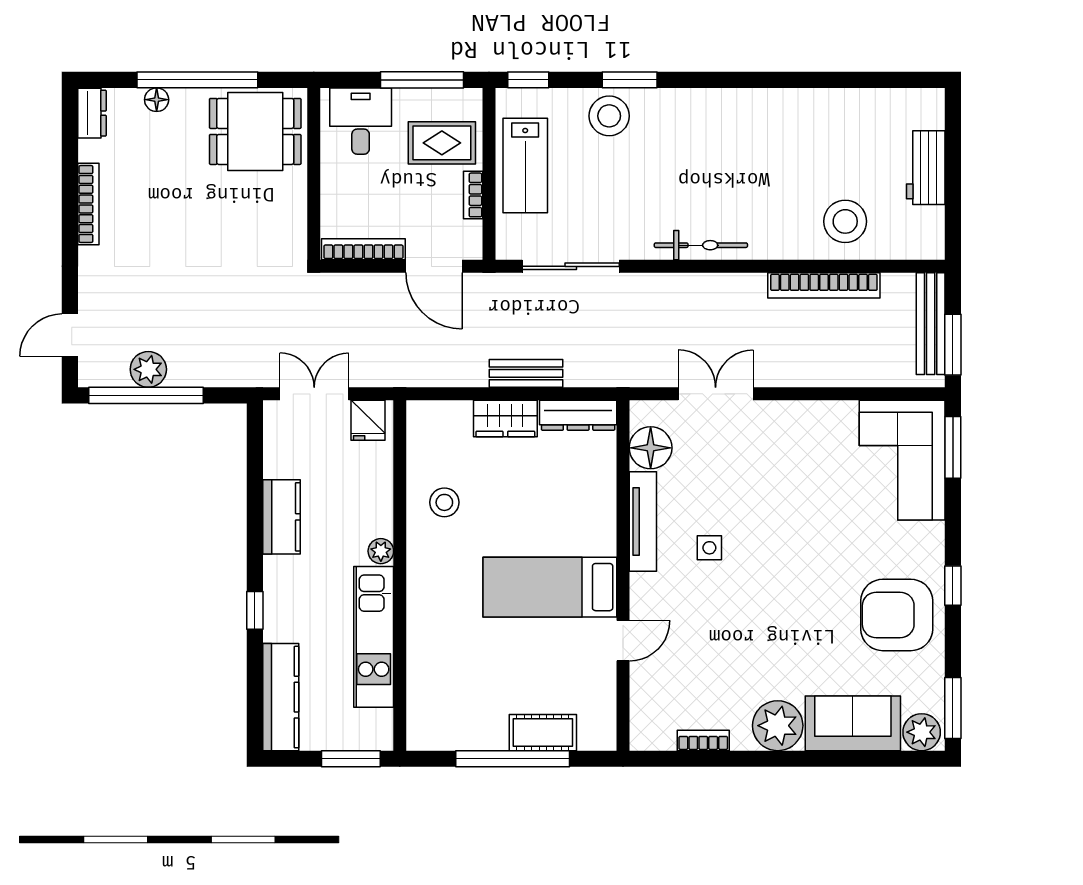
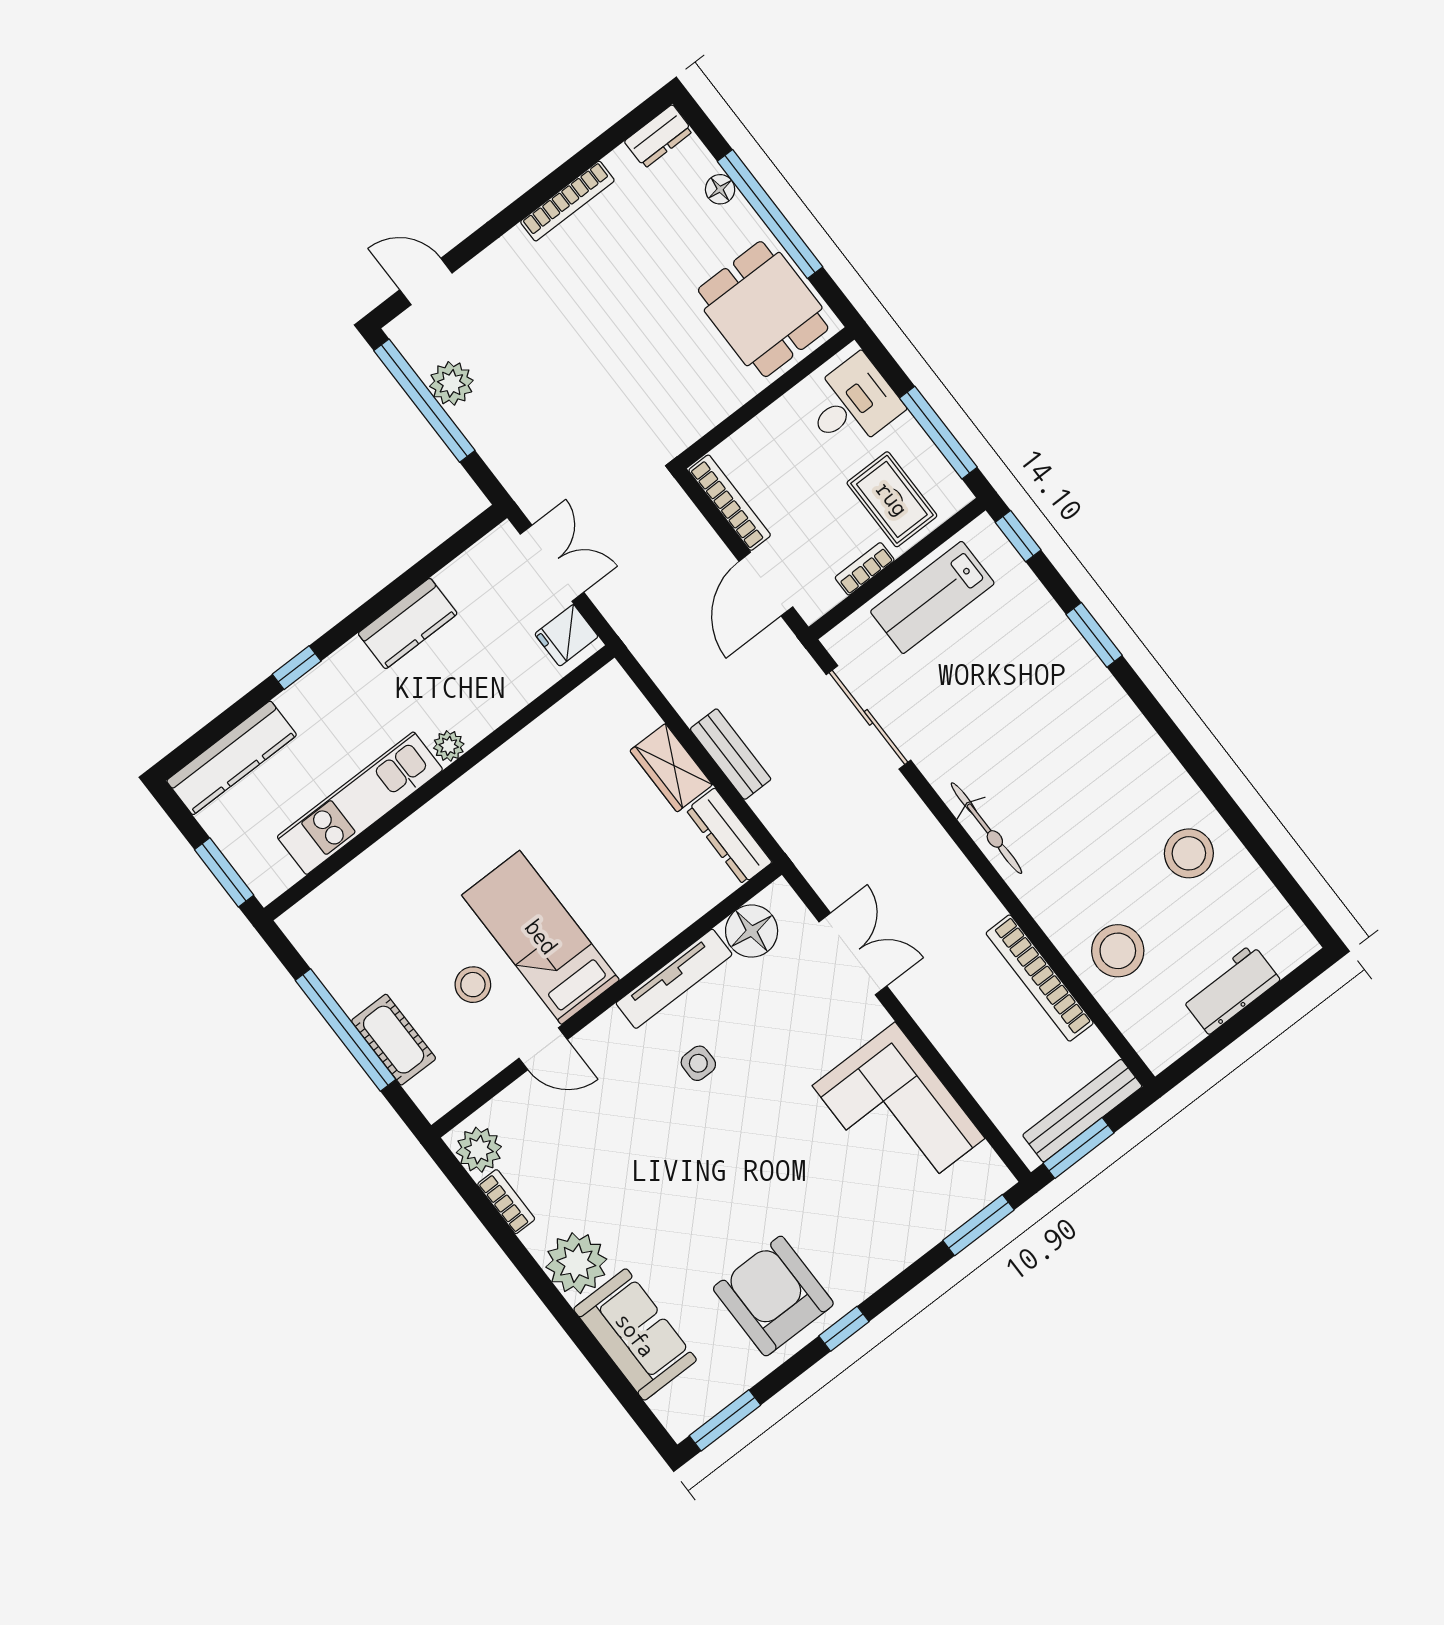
stool: (609, 116) -> (1189, 853), moved
corner sofa: (902, 460) -> (898, 1112), moved, turned -90
stool: (444, 502) -> (473, 985), moved
plant: (922, 732) -> (479, 1150), moved

